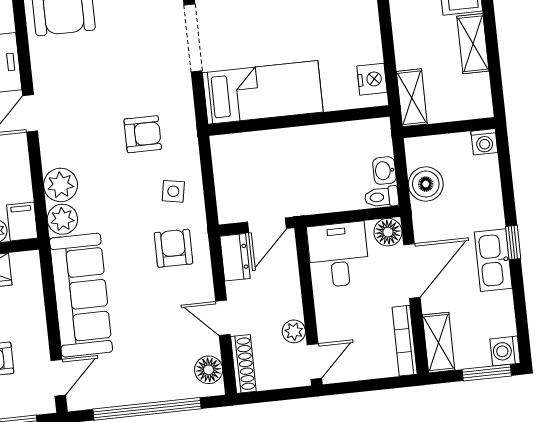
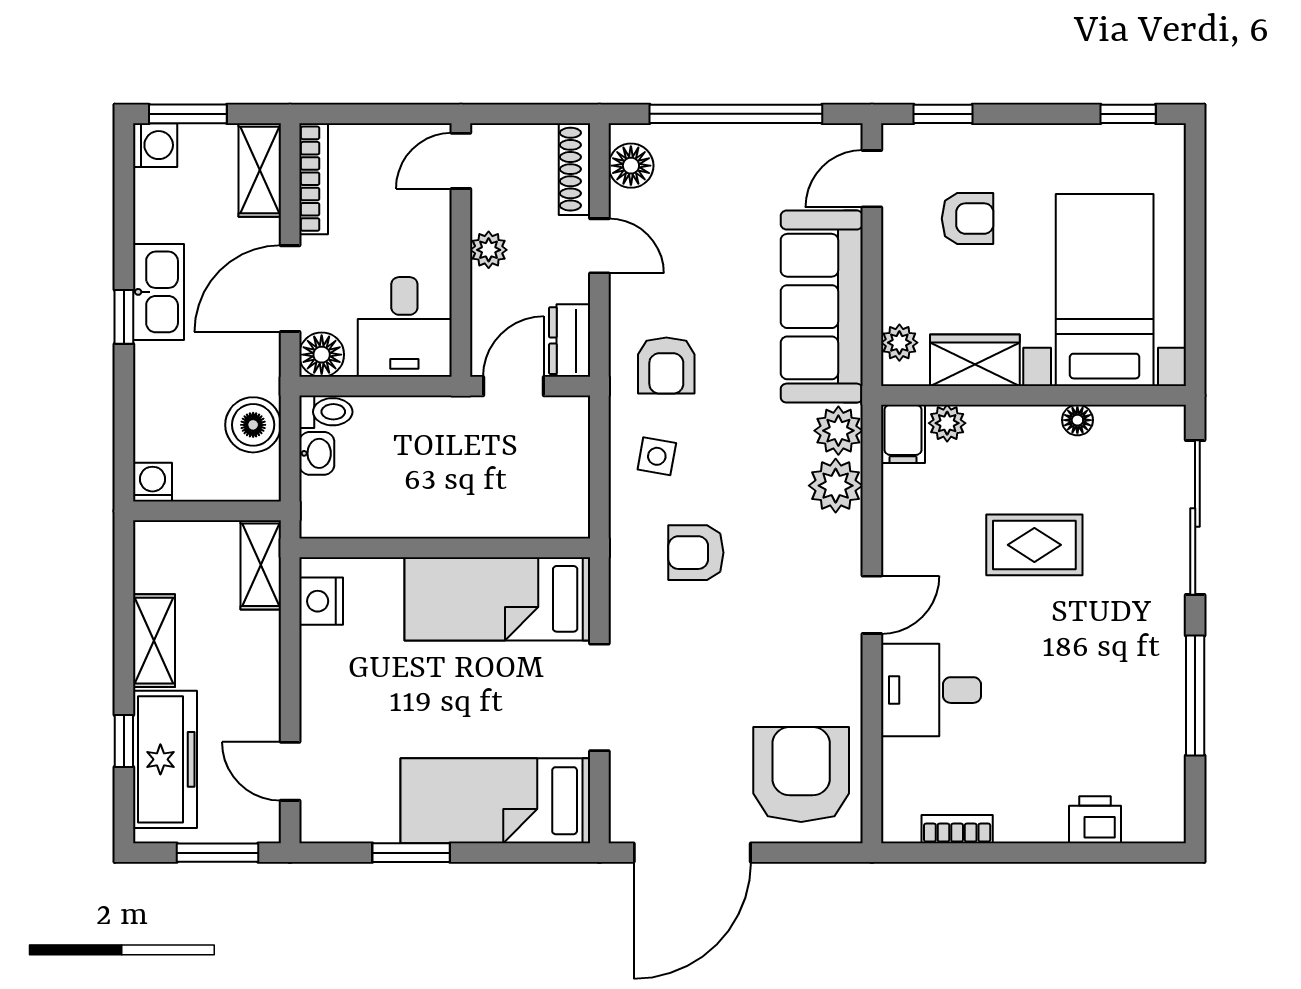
plant: (30, 278) -> (899, 343), added
plant: (294, 331) -> (489, 250), moved

